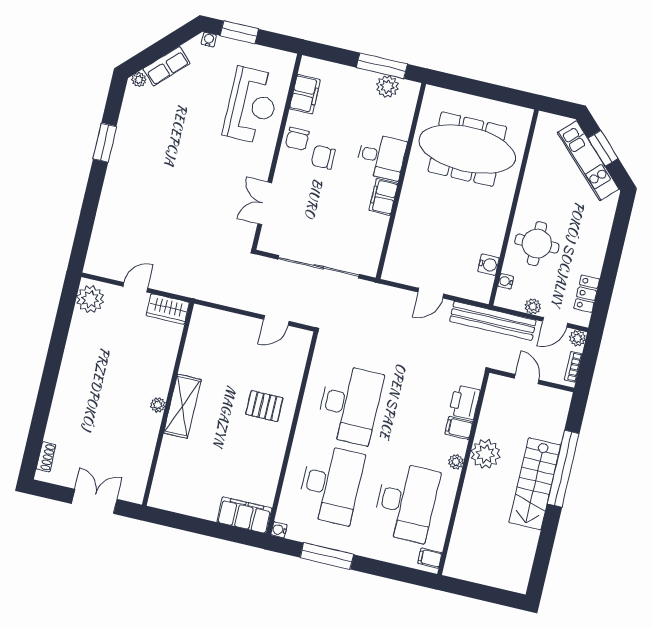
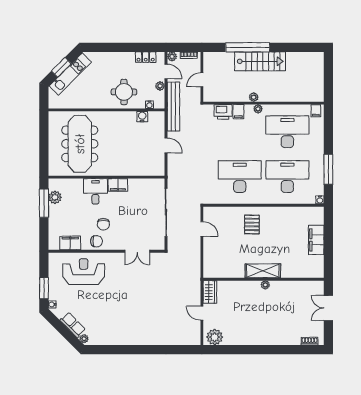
window: (105, 143) -> (124, 350), removed
plant: (485, 454) -> (254, 97), width x0.53, depth x0.53
filing cabinet: (244, 515) -> (316, 240), moved

